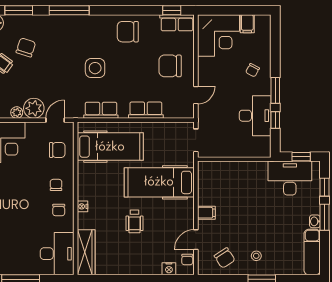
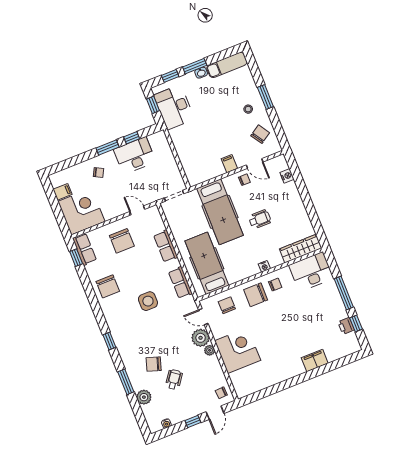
window: (69, 10) -> (109, 341), width x0.46
chair: (56, 185) -> (256, 295), width x1.87, depth x1.87
chair: (187, 260) -> (244, 180), moved

